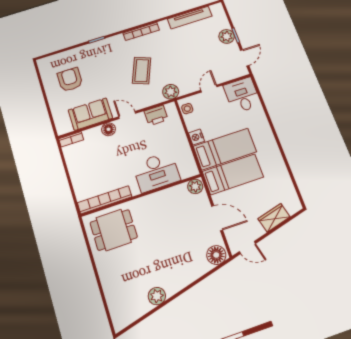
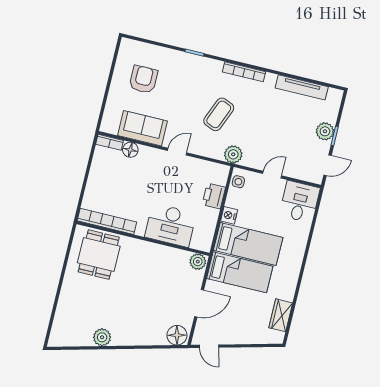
door: (127, 115) -> (177, 152), hinge flipped
printer: (156, 115) -> (214, 196), moved, turned 90
floor lamp: (109, 129) -> (130, 150), moved
door: (217, 218) -> (199, 303), hinge flipped
wardrobe: (274, 218) -> (281, 315), moved, turned -76
dining table: (114, 230) -> (99, 255), turned 90

